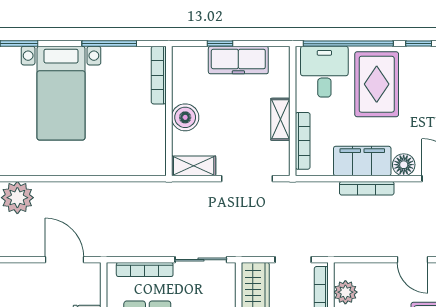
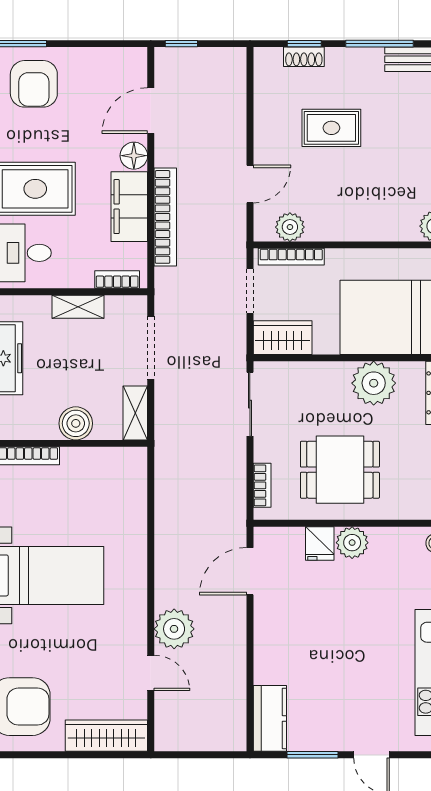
bookcase: (303, 141) -> (117, 279), width x0.64
bookcase: (367, 188) -> (165, 217), width x1.48, depth x1.31
door: (412, 260) -> (250, 184), moved
bookcase: (145, 270) -> (262, 485), width x0.64

